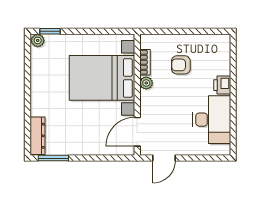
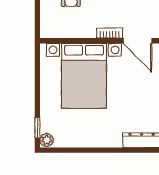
bookcase: (145, 62) -> (110, 33), moved
plant: (146, 83) -> (89, 32), removed

